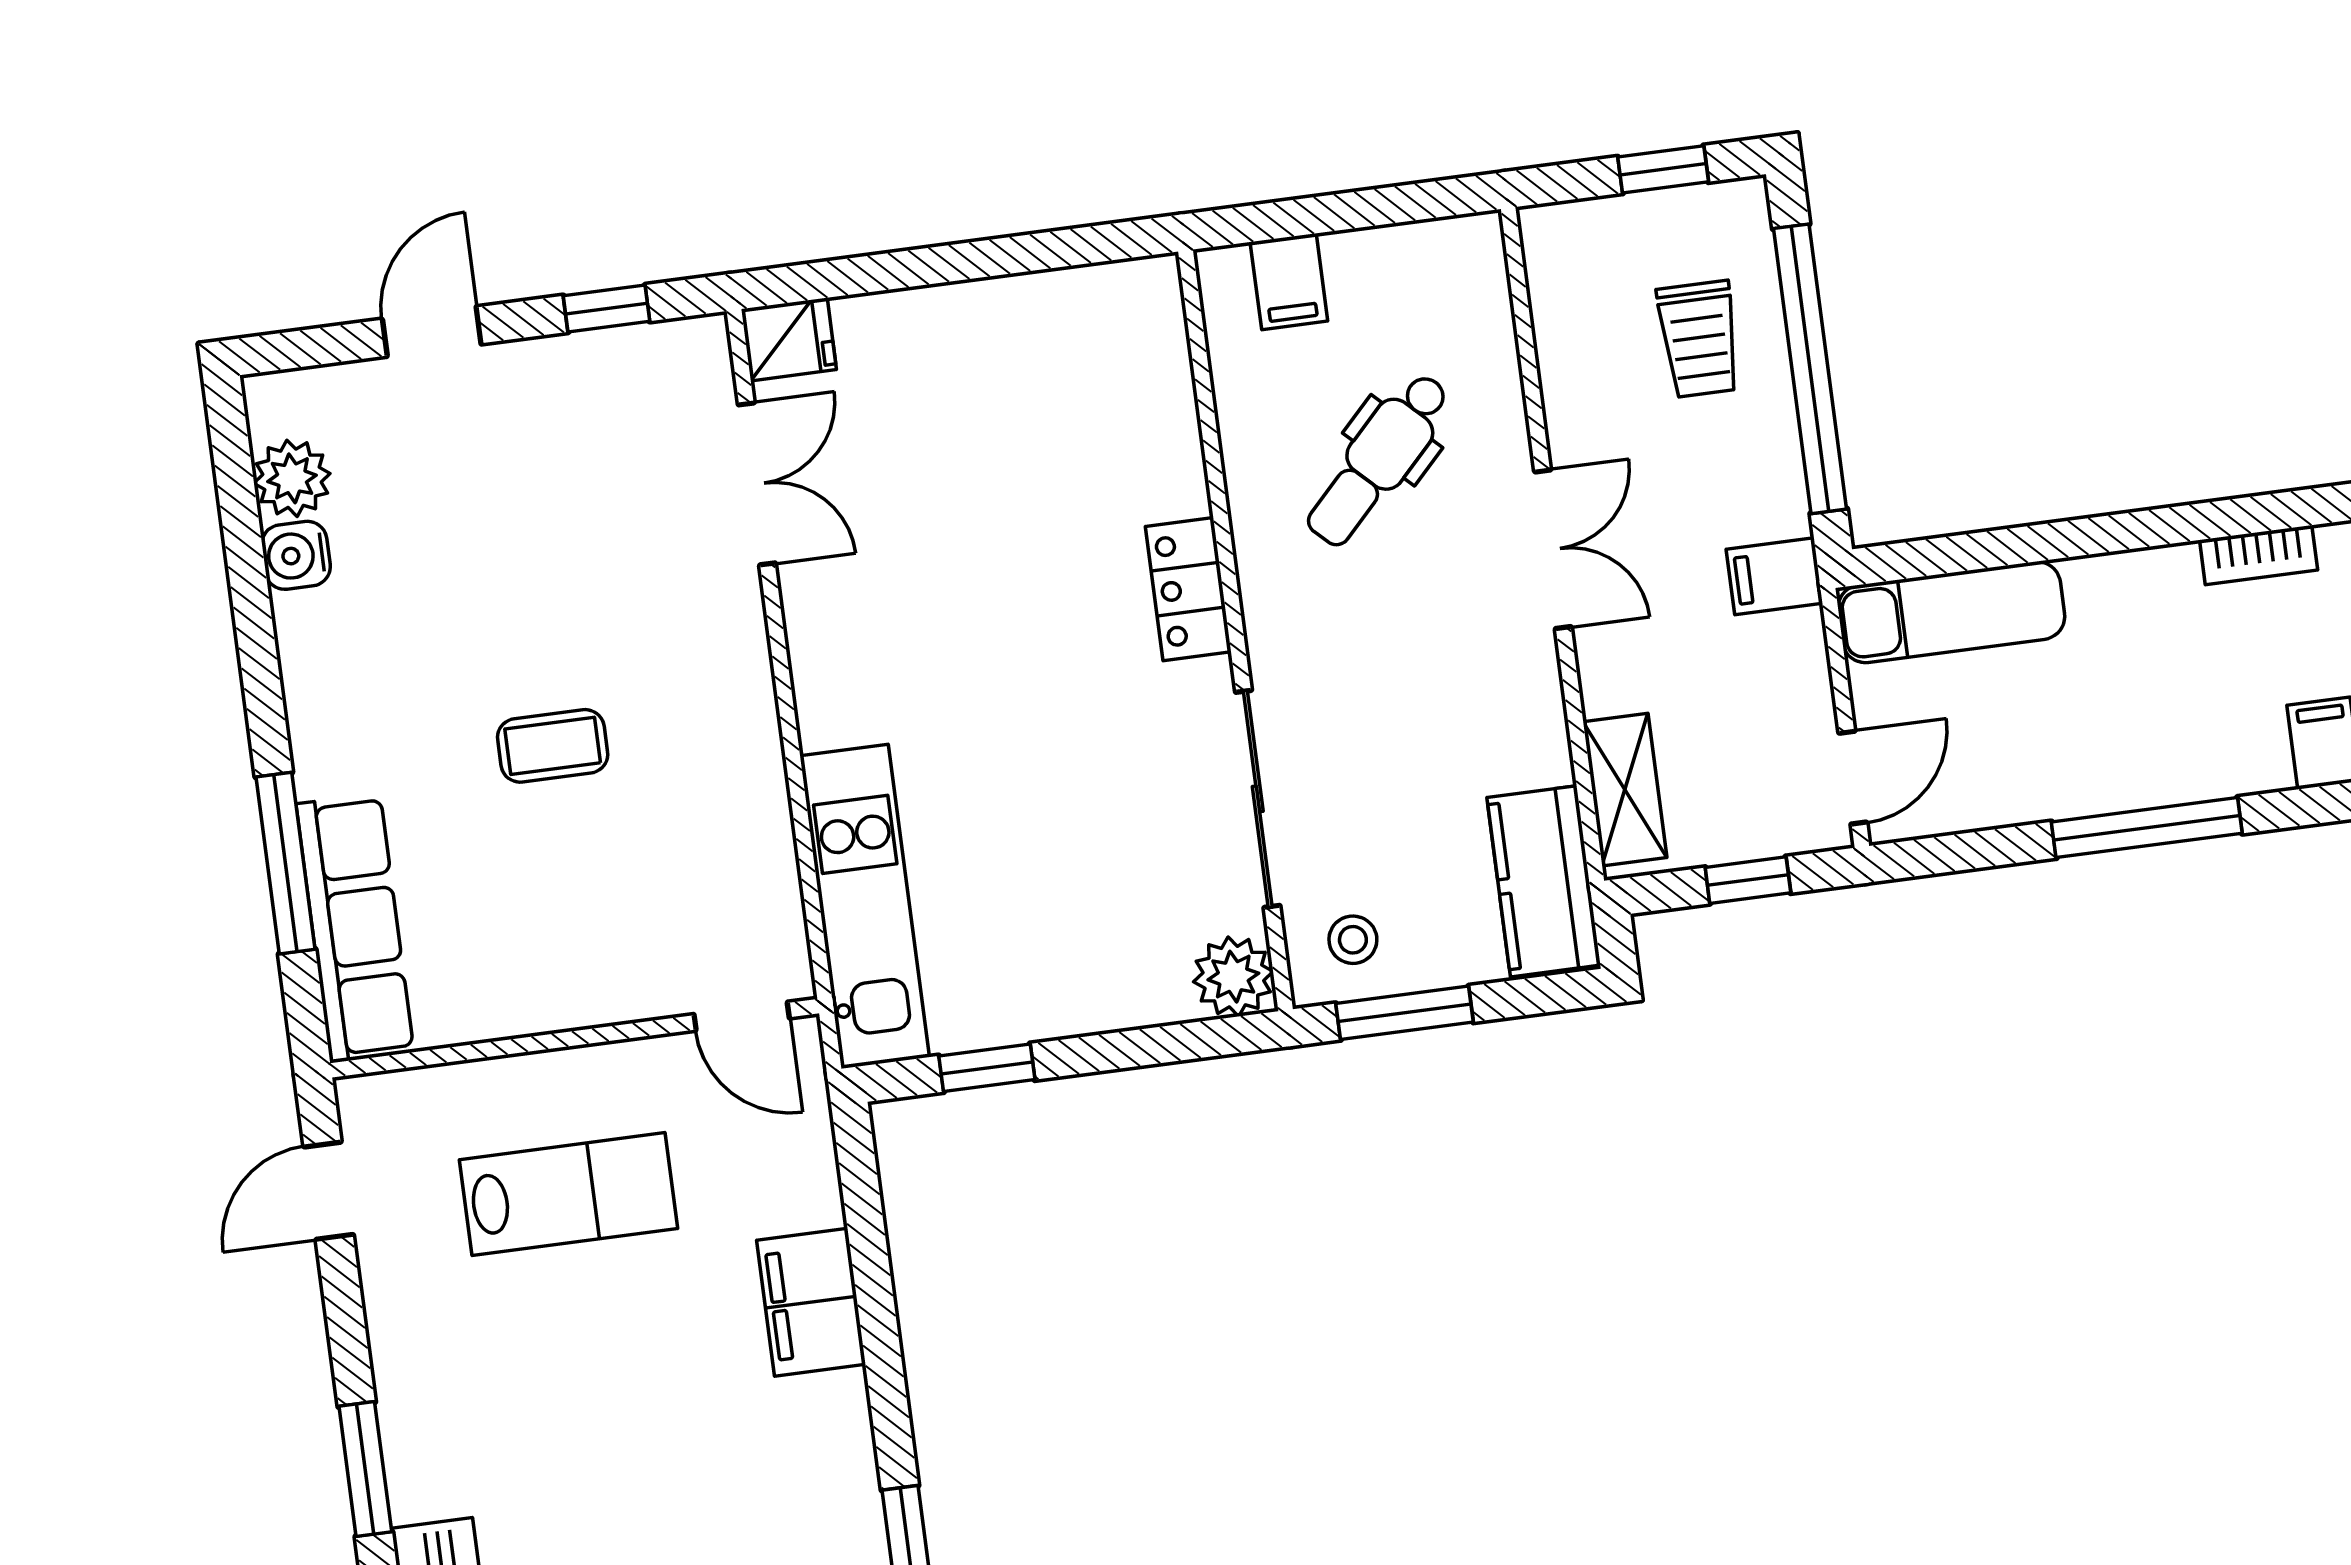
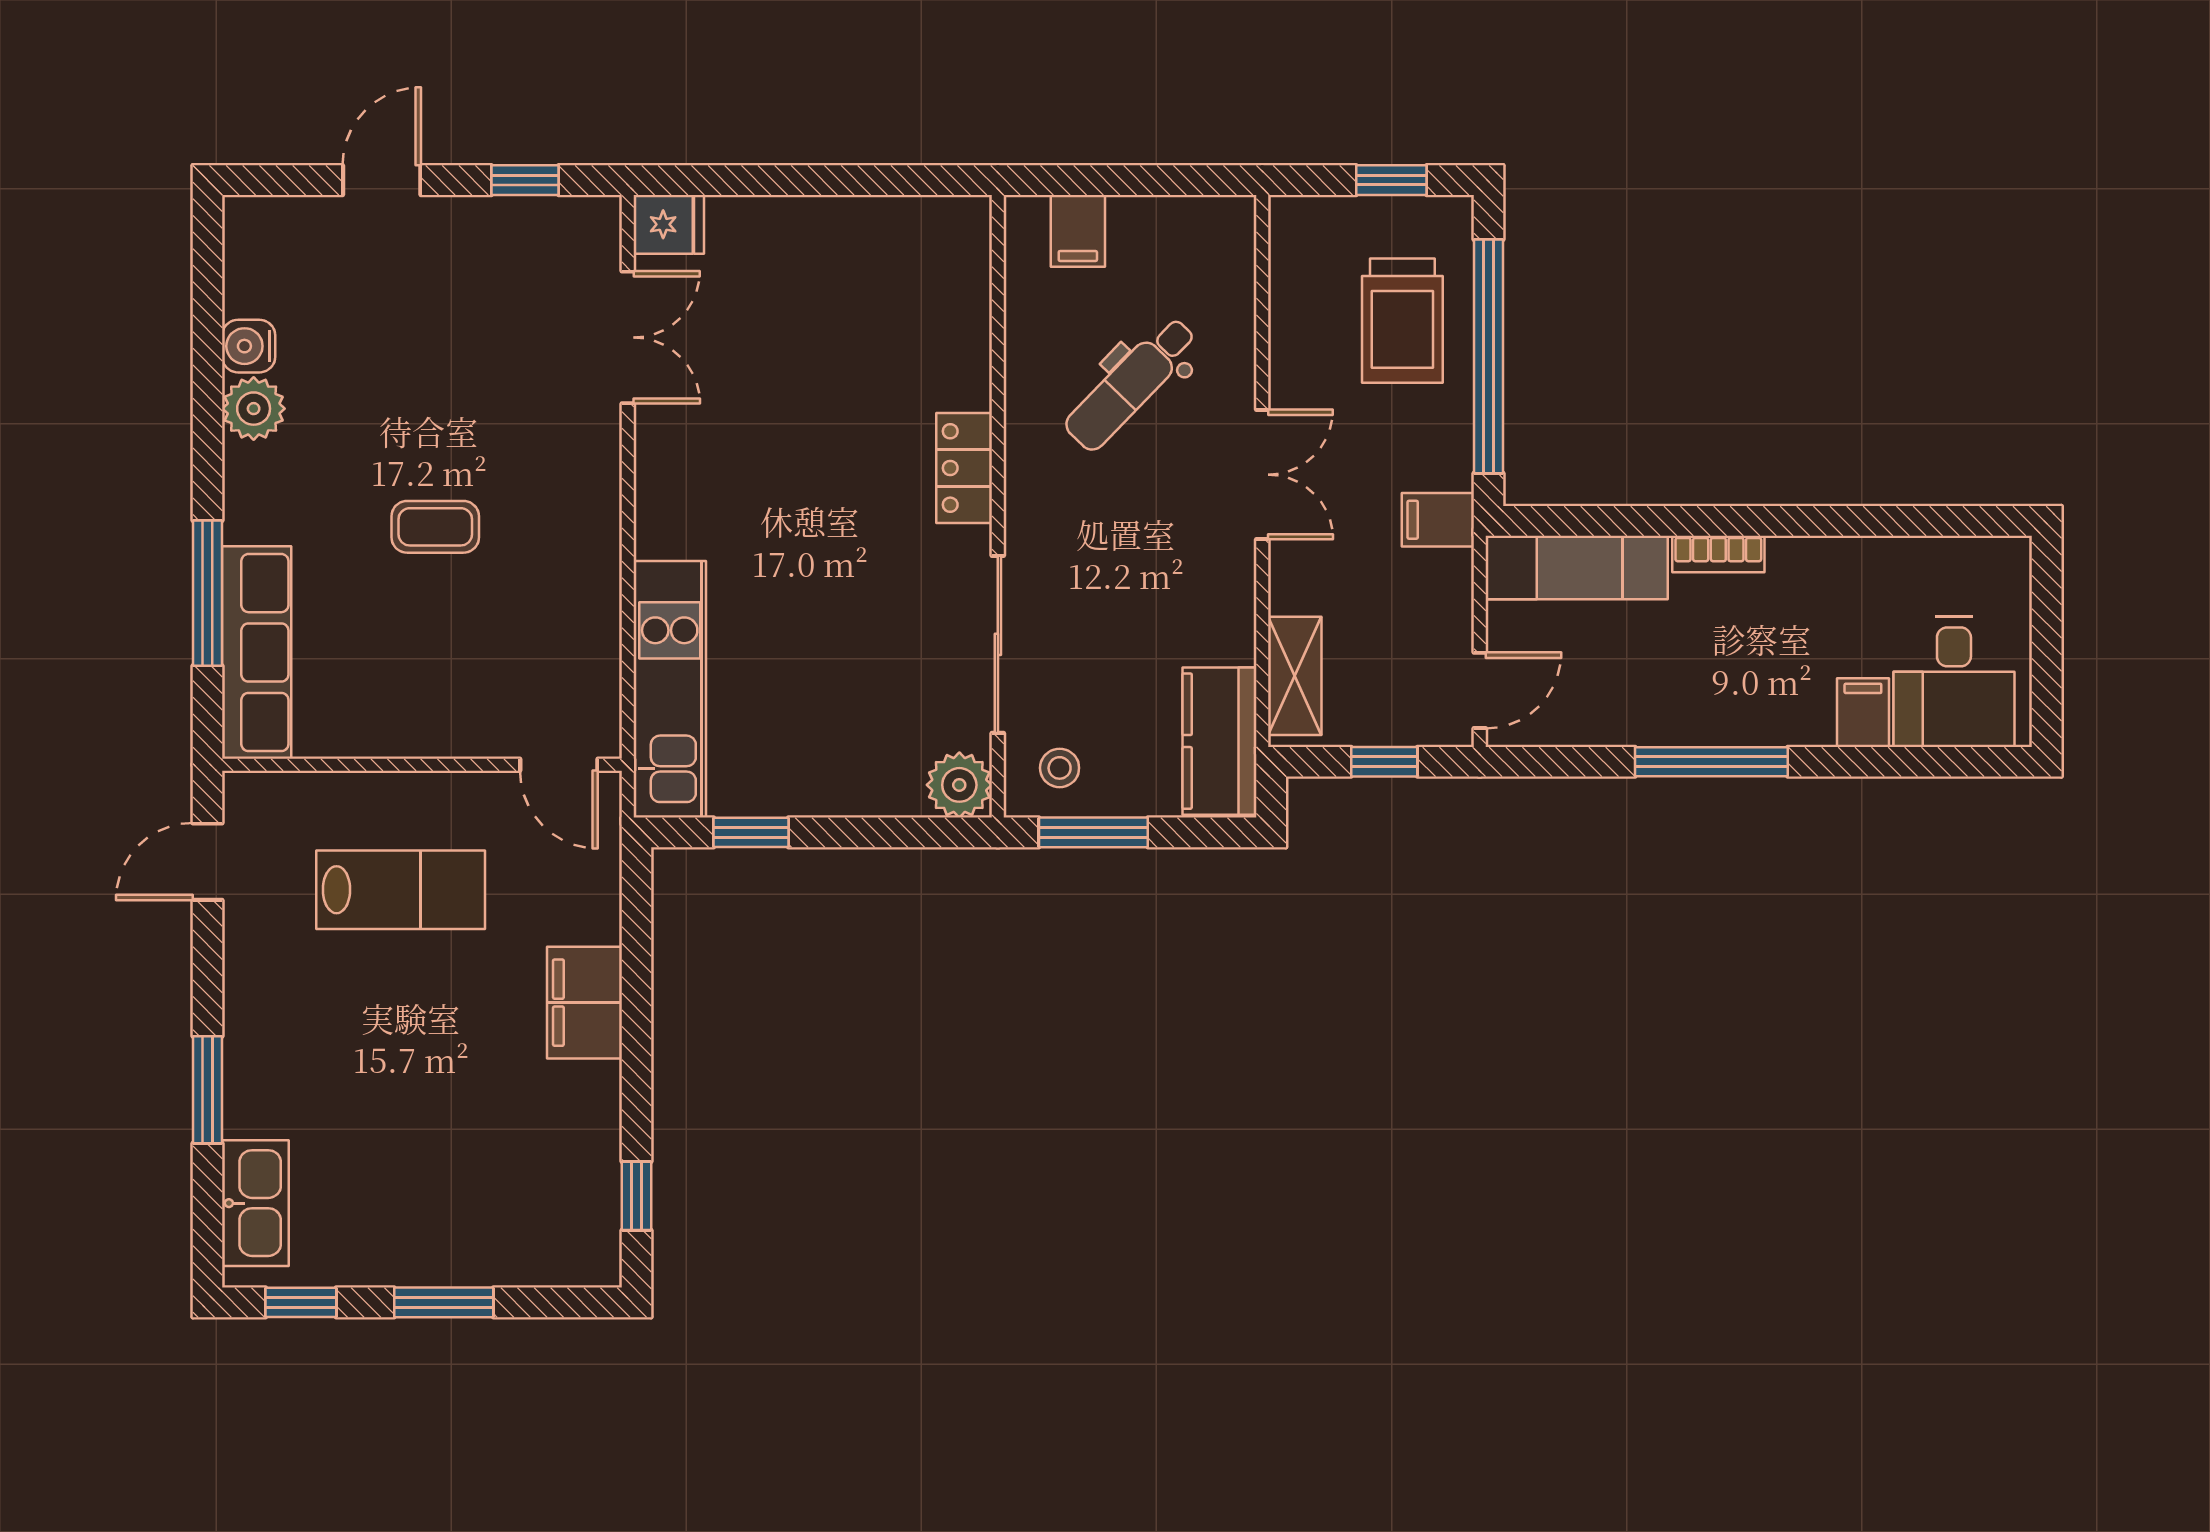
trolley: (1699, 339) -> (1402, 321), width x1.36, depth x1.39
plant: (292, 478) -> (254, 409), moved
bookcase: (2259, 555) -> (1718, 554), moved

